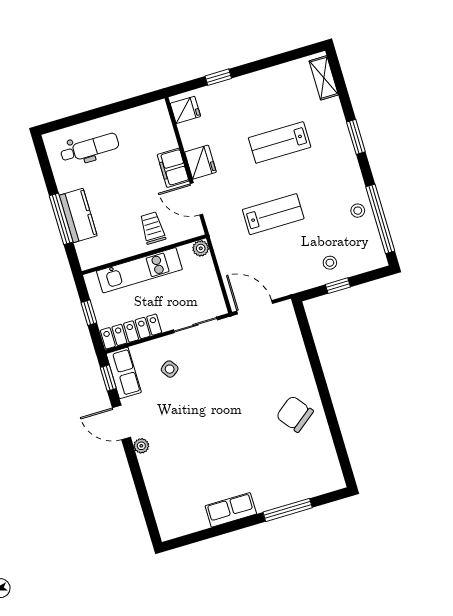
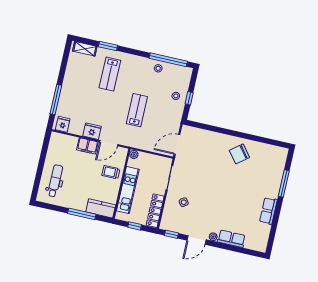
window: (218, 77) -> (56, 100), width x2.17
window: (356, 137) -> (108, 46), moved
lab bench: (280, 142) -> (110, 74), moved
kitchen counter: (78, 215) -> (101, 208), moved
row of seats: (124, 373) -> (231, 239), moved

